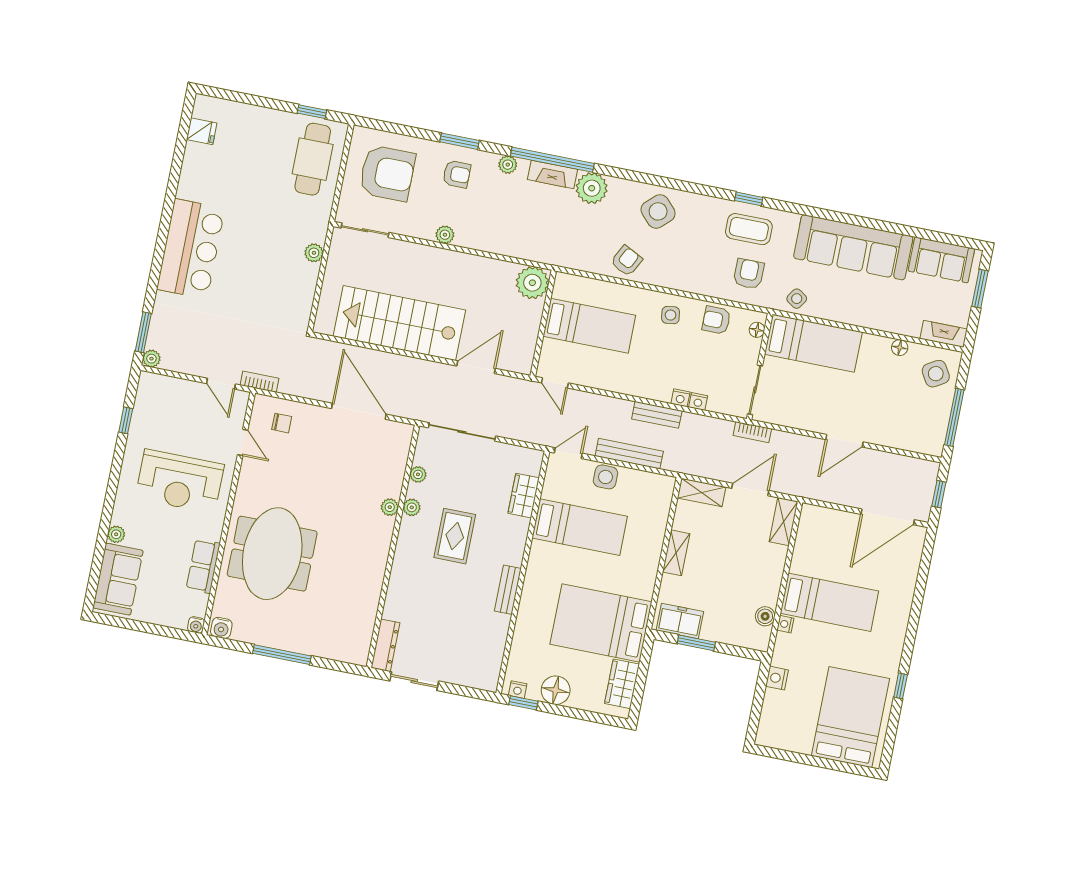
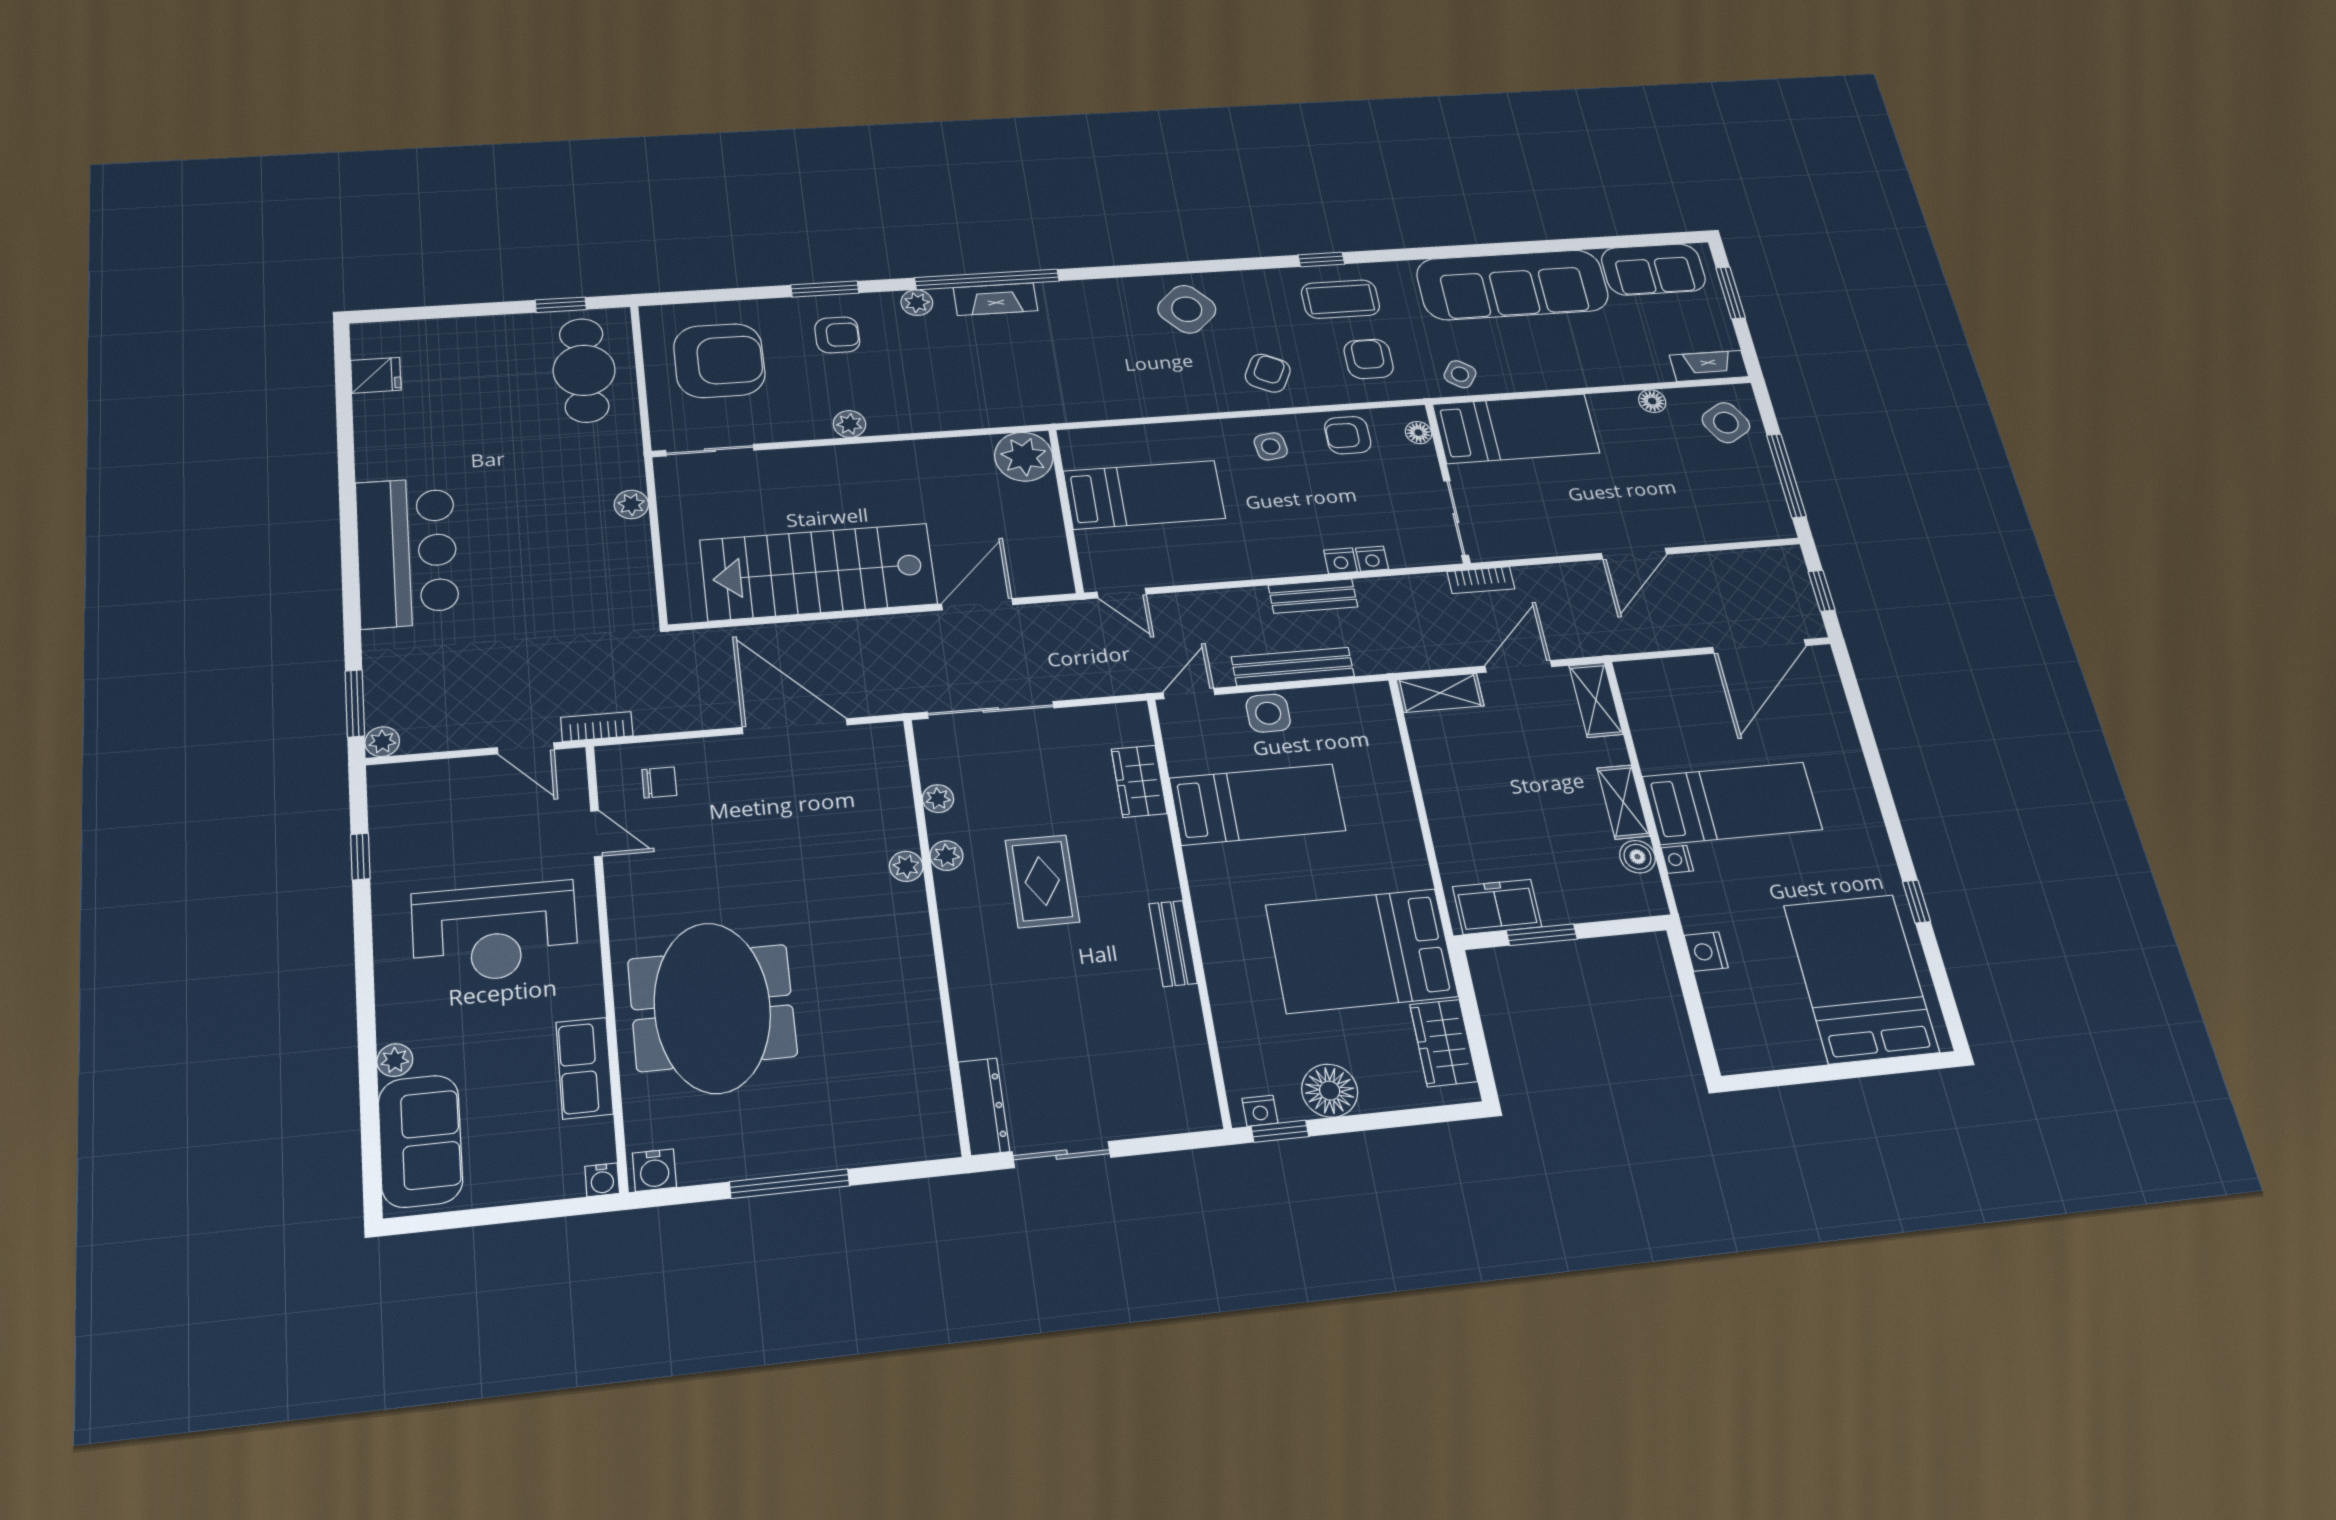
plant: (592, 188) -> (1067, 303), removed
armchair: (627, 261) -> (1268, 373), moved
shelving: (676, 553) -> (1623, 802), moved

